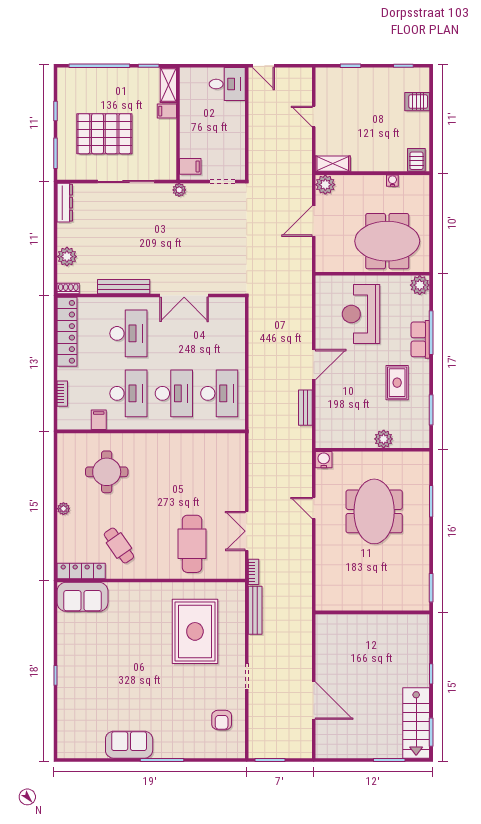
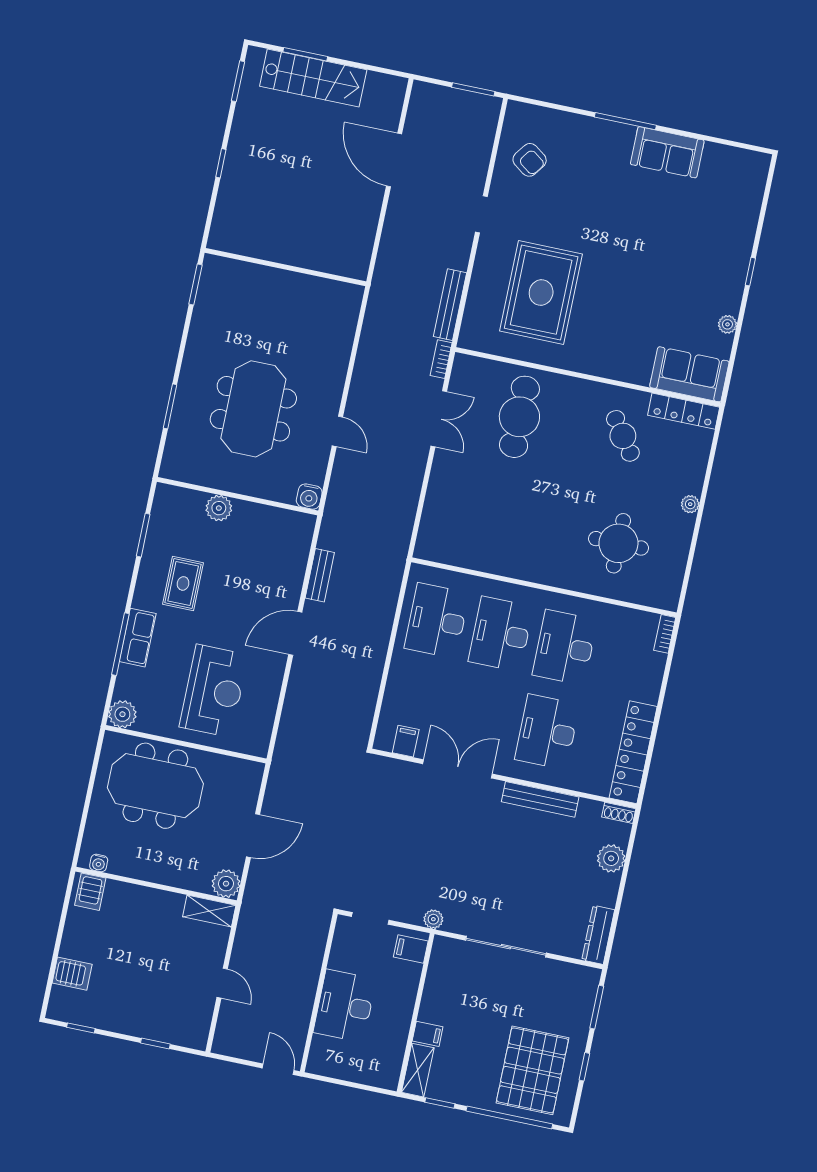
desk: (227, 84) -> (345, 1006), moved, width x1.37
pallet: (104, 134) -> (532, 1070), moved, turned 90
water cooler: (392, 181) -> (99, 863), moved
bookcase: (62, 394) -> (665, 634), moved
filing cabinet: (99, 420) -> (406, 741), moved, turned 180
plant: (64, 636) -> (727, 324), added
armchair: (222, 720) -> (530, 160), turned 126
stairs: (416, 723) -> (313, 78), moved, turned 90

